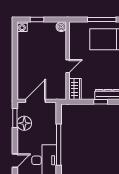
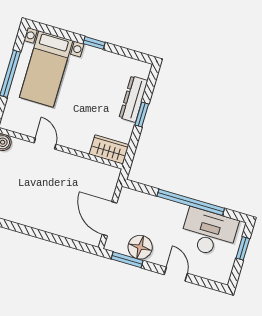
door: (68, 66) -> (45, 144), moved
door: (15, 161) -> (176, 274), moved

